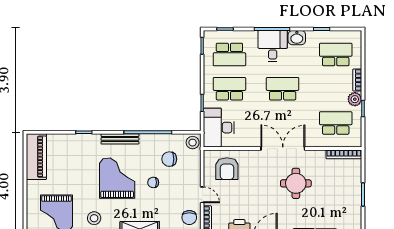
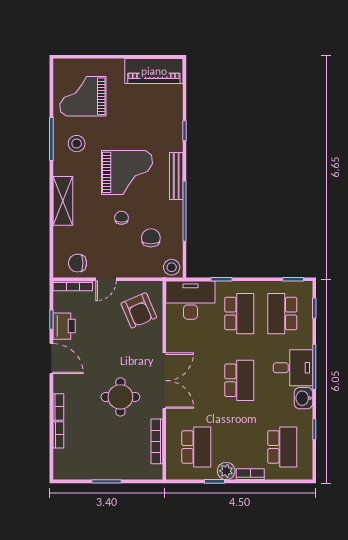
bookcase: (344, 154) -> (157, 441), moved
armchair: (227, 169) -> (139, 310), turned -113

